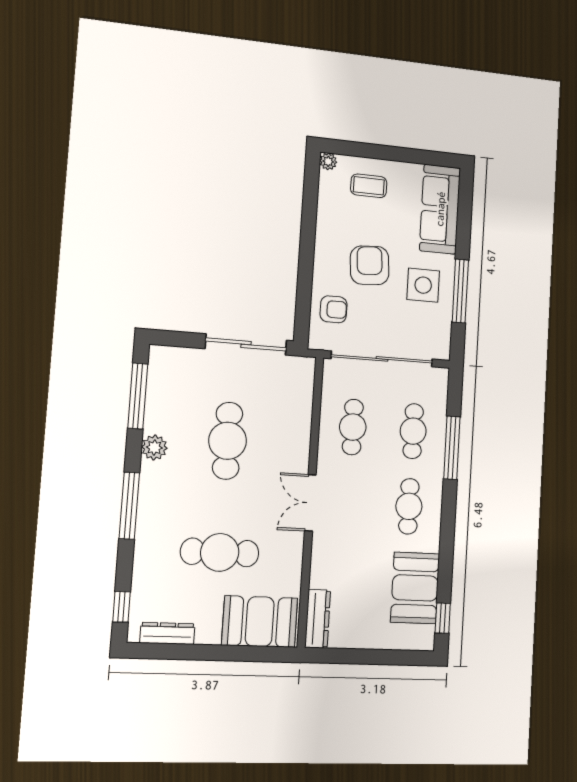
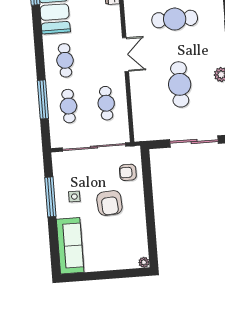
coffee table: (369, 186) -> (117, 252), removed
side table: (423, 285) -> (74, 197), width x0.54, depth x0.54
sliding door: (246, 344) -> (194, 141), moved

